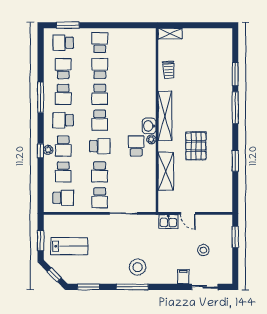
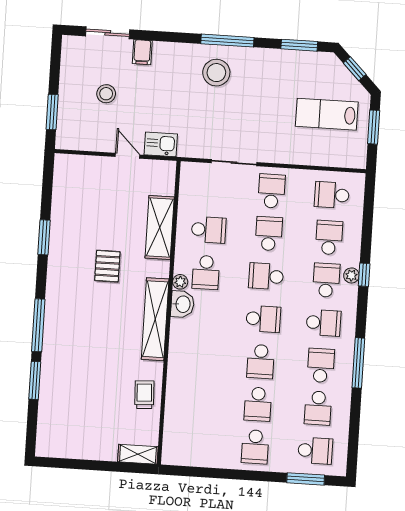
school desk: (100, 94) -> (261, 362), turned 180
school desk: (100, 120) -> (263, 319), turned 90
pallet: (196, 146) -> (107, 266), width x0.67, depth x0.71
school desk: (136, 172) -> (209, 230), added

